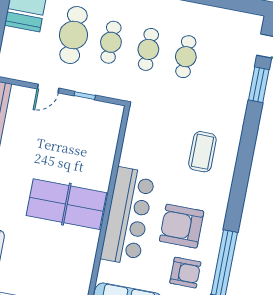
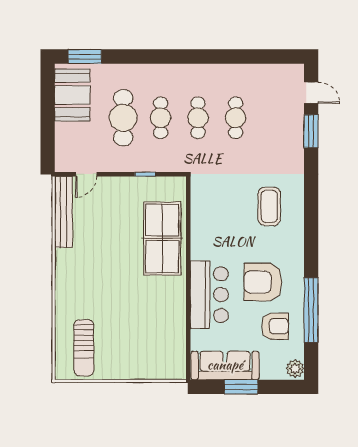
door: (48, 89) -> (86, 174), moved
table tennis table: (66, 204) -> (162, 238), moved, turned 90
bar counter: (128, 216) -> (209, 295), width x0.73

